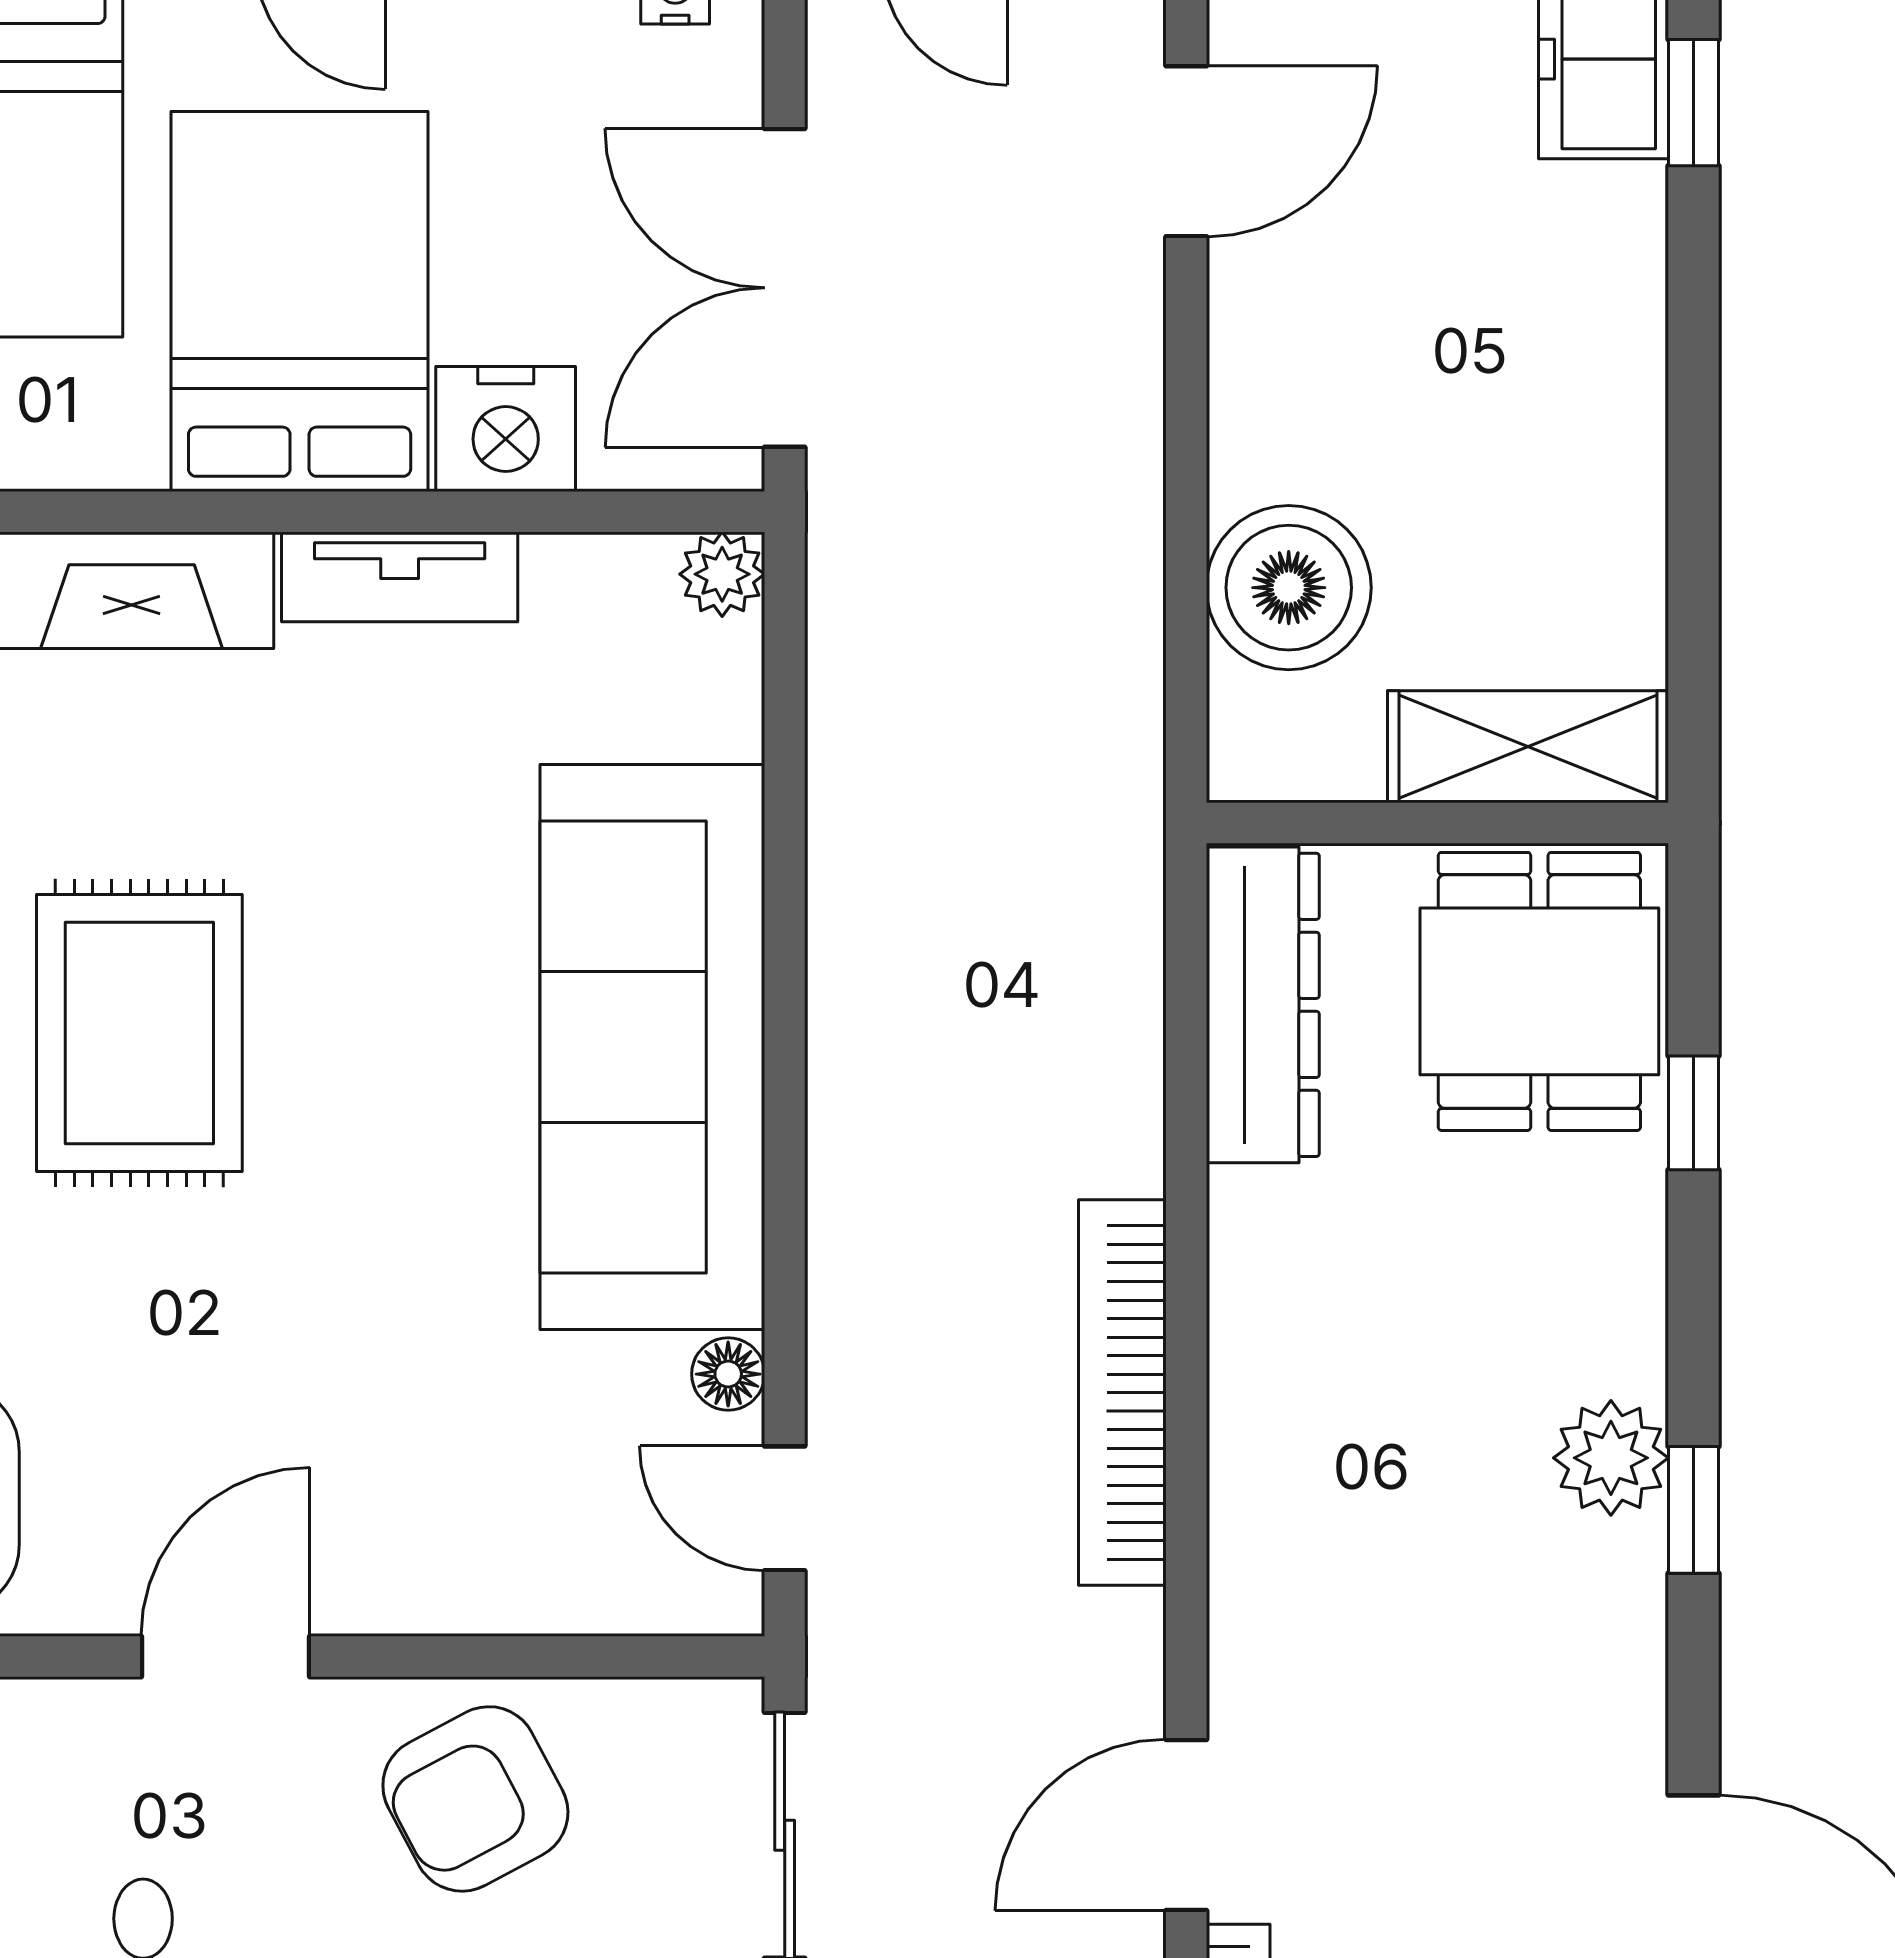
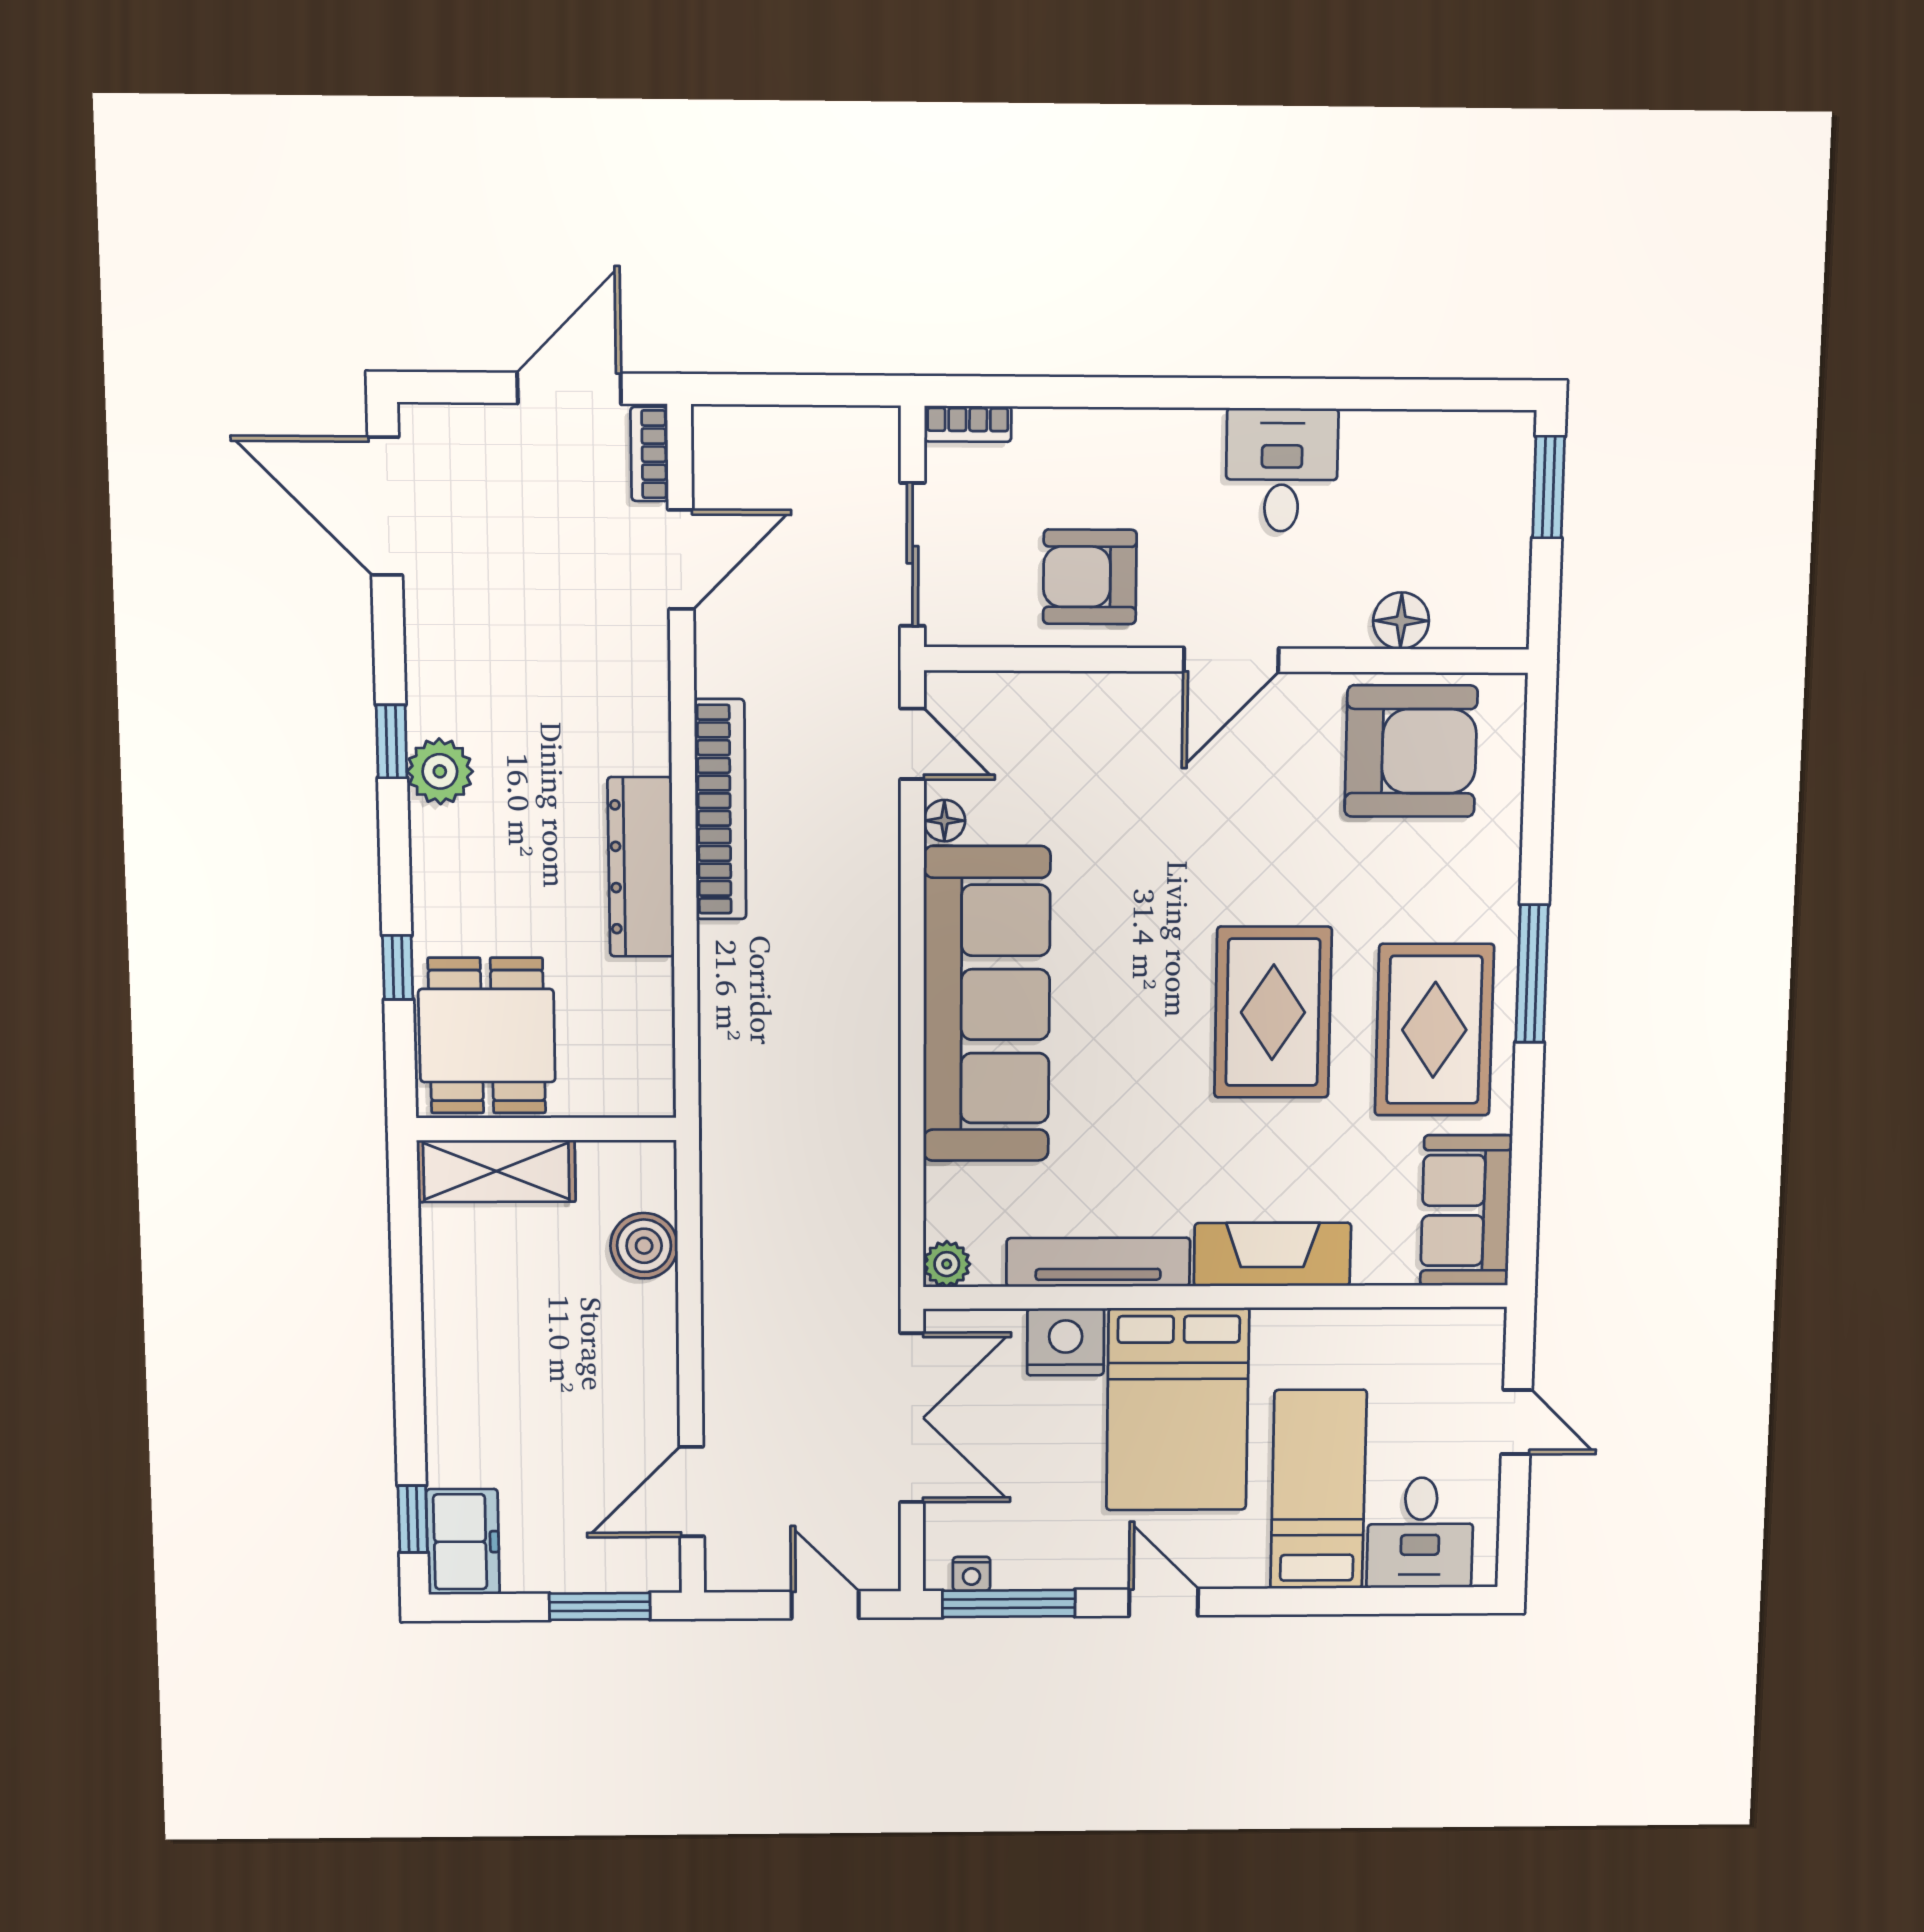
tv unit: (400, 577) -> (1098, 1262), width x1.41
boiler: (1289, 588) -> (644, 1246), width x0.73, depth x0.73
dresser: (1263, 1005) -> (641, 867), moved
armchair: (475, 1799) -> (1090, 577), turned -152

